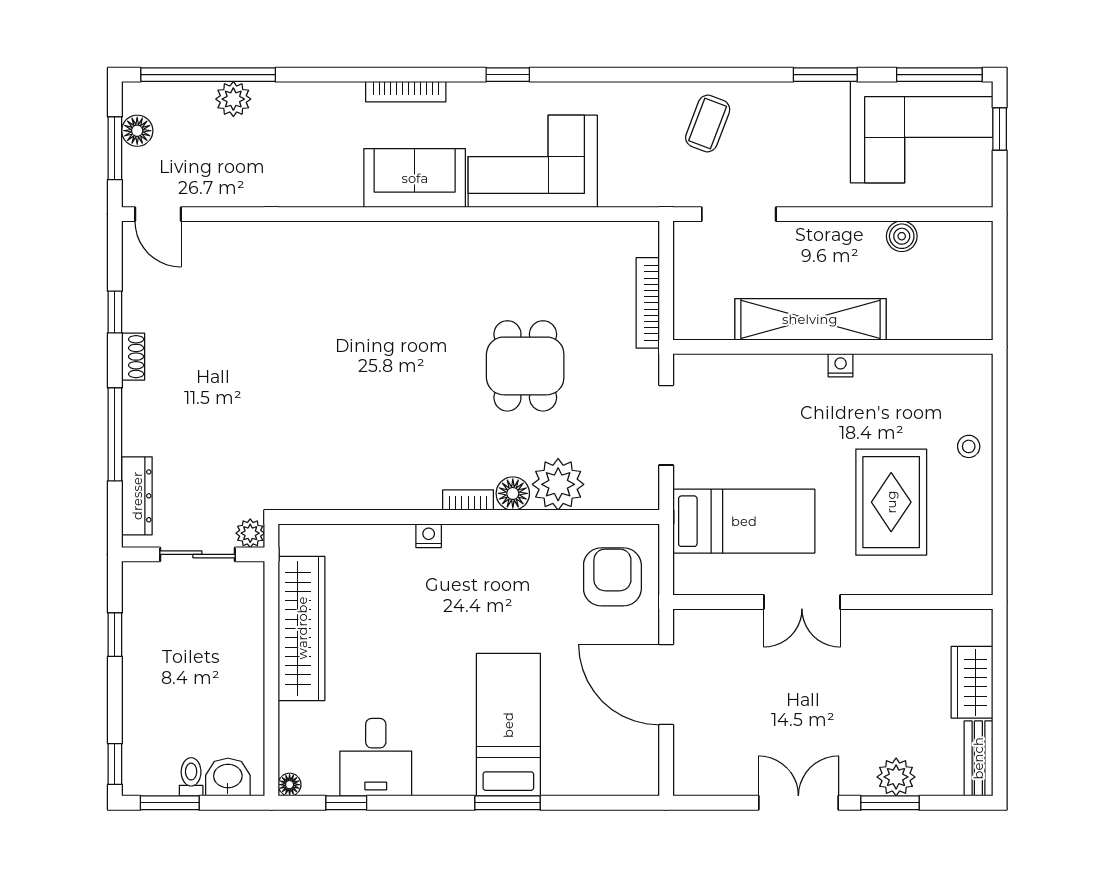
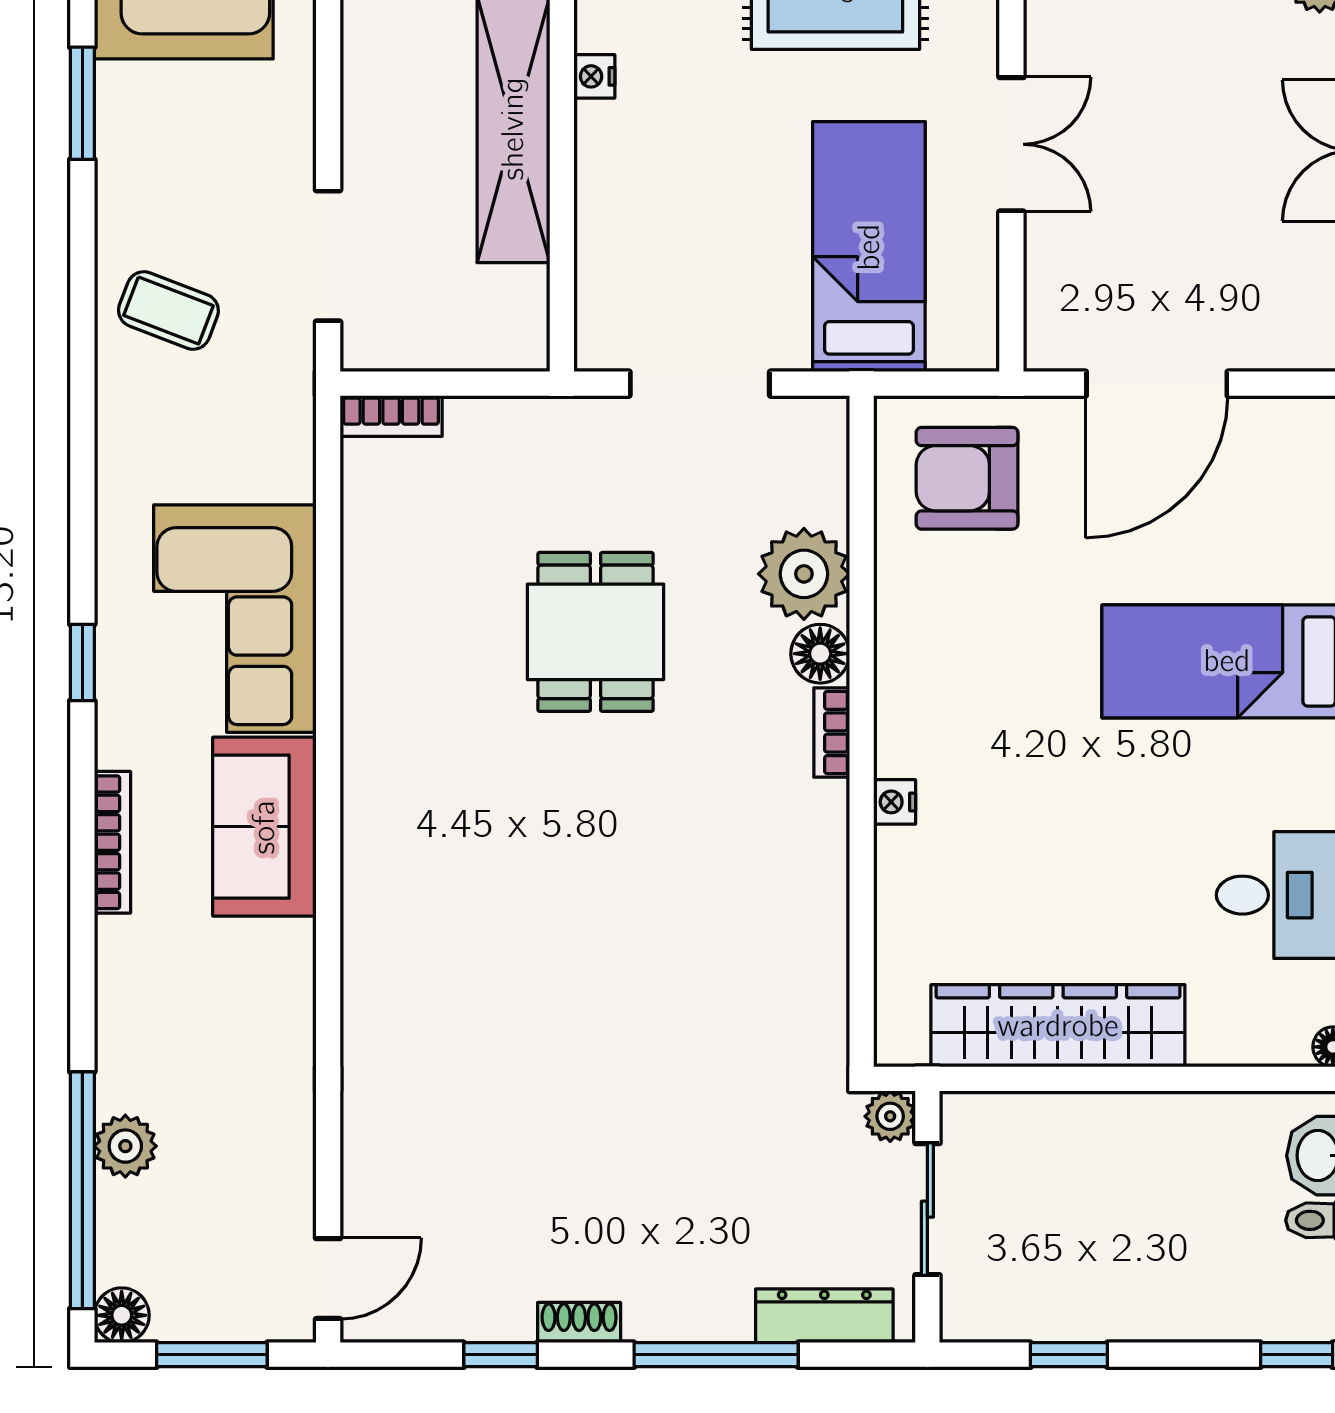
floor lamp: (137, 131) -> (122, 1315), moved
bookcase: (648, 303) -> (391, 416), moved, width x0.64
dining table: (525, 366) -> (596, 632), turned 90

